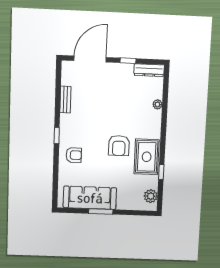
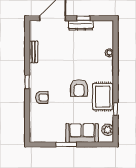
dresser: (149, 70) -> (81, 25), moved
sofa: (90, 198) -> (82, 133), moved, width x0.73

